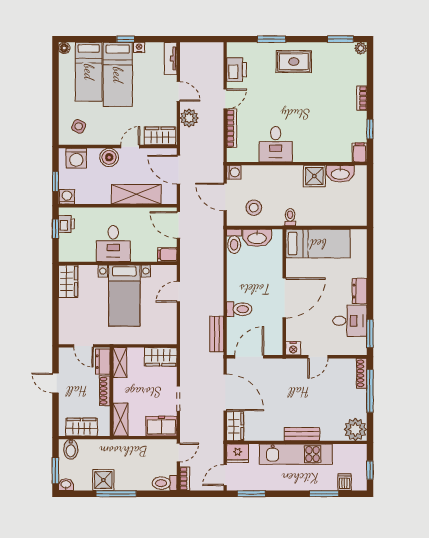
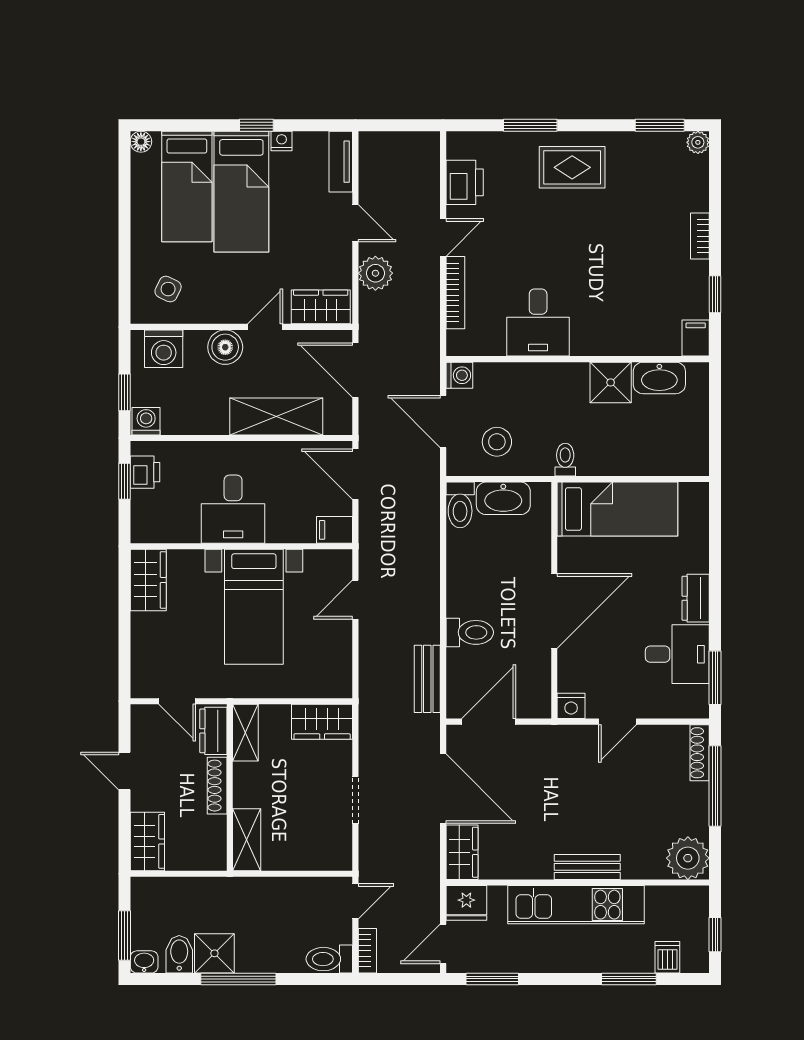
freezer: (161, 426) -> (324, 852), removed
wardrobe: (82, 427) -> (147, 841), moved, turned 90
bidet: (71, 449) -> (179, 954), moved, turned 180

